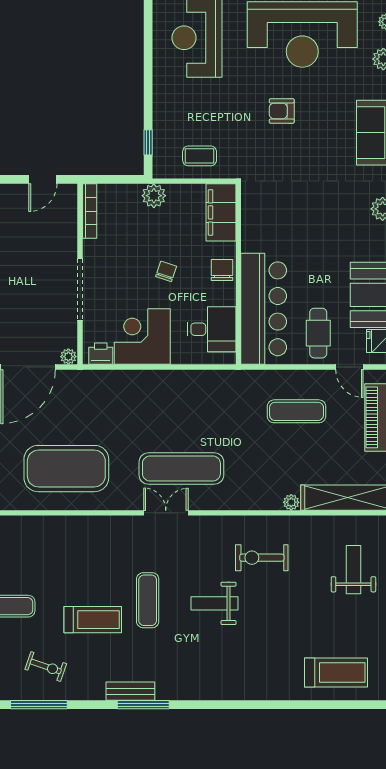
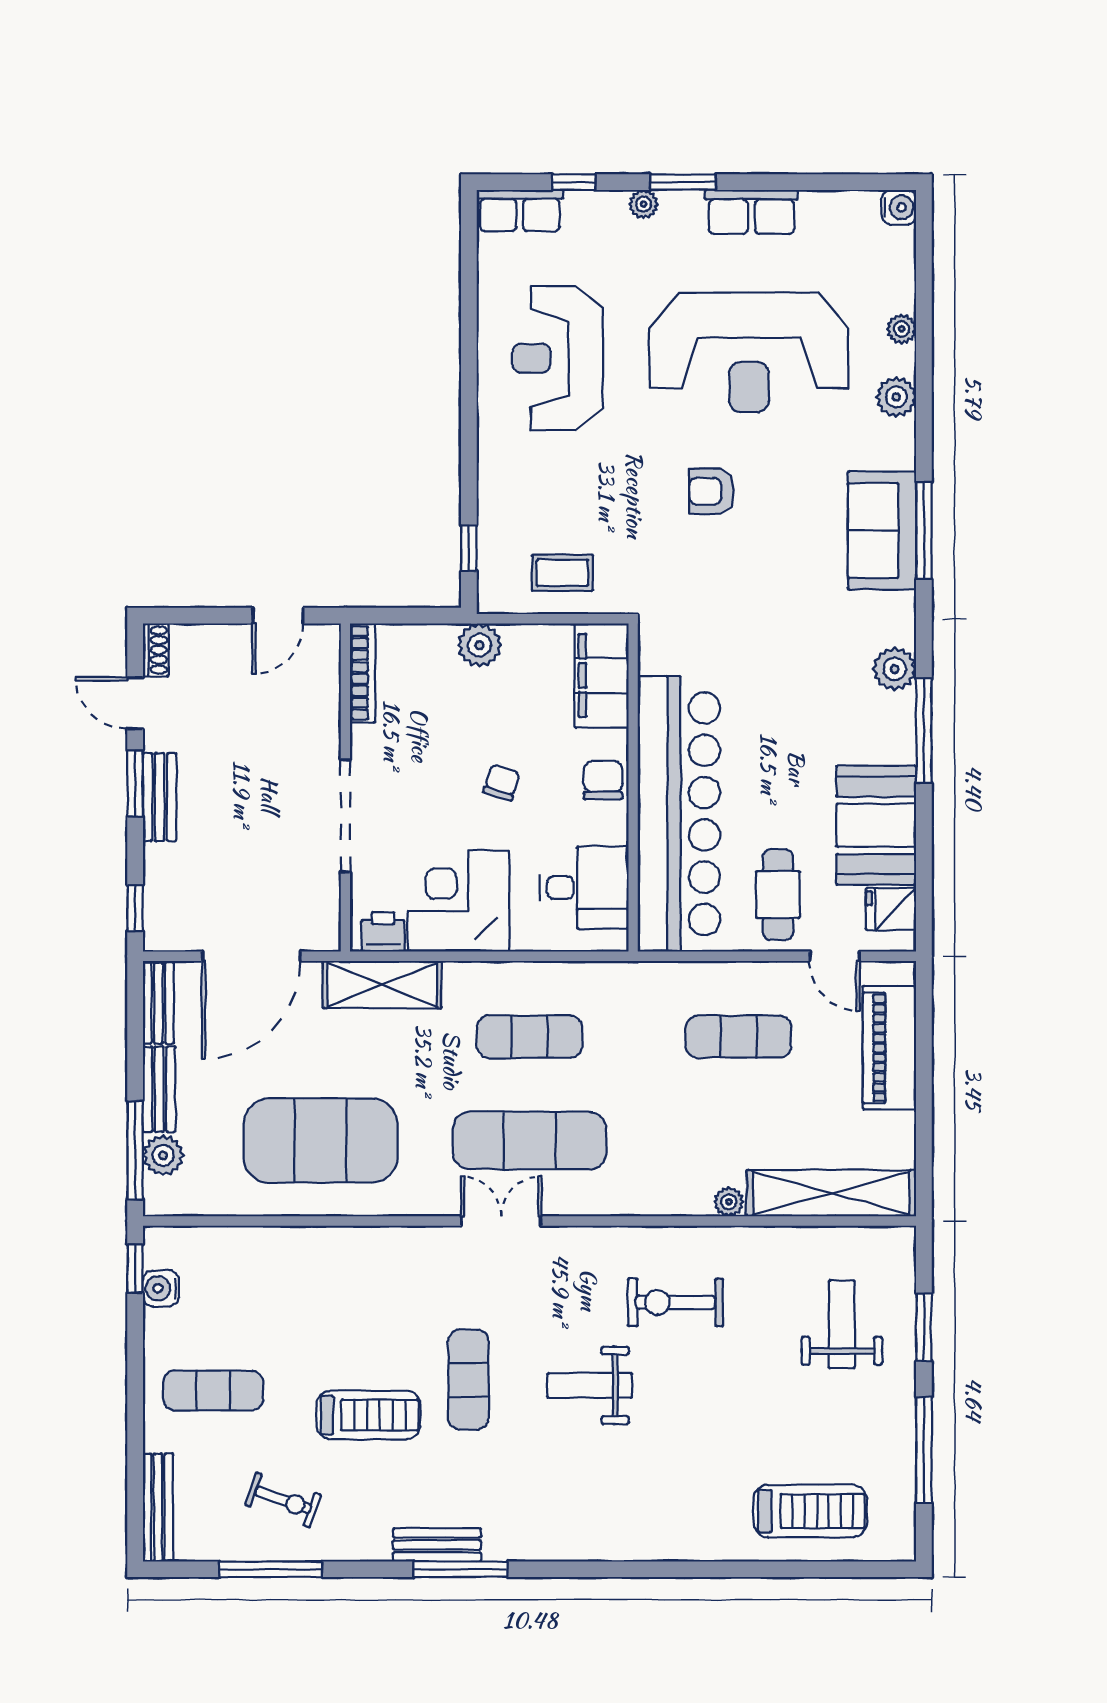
bar counter: (264, 309) -> (679, 814), width x1.36
plant: (68, 357) -> (324, 937), removed
shelving: (100, 383) -> (382, 985), added
exercise mat: (181, 411) -> (530, 1037), added

